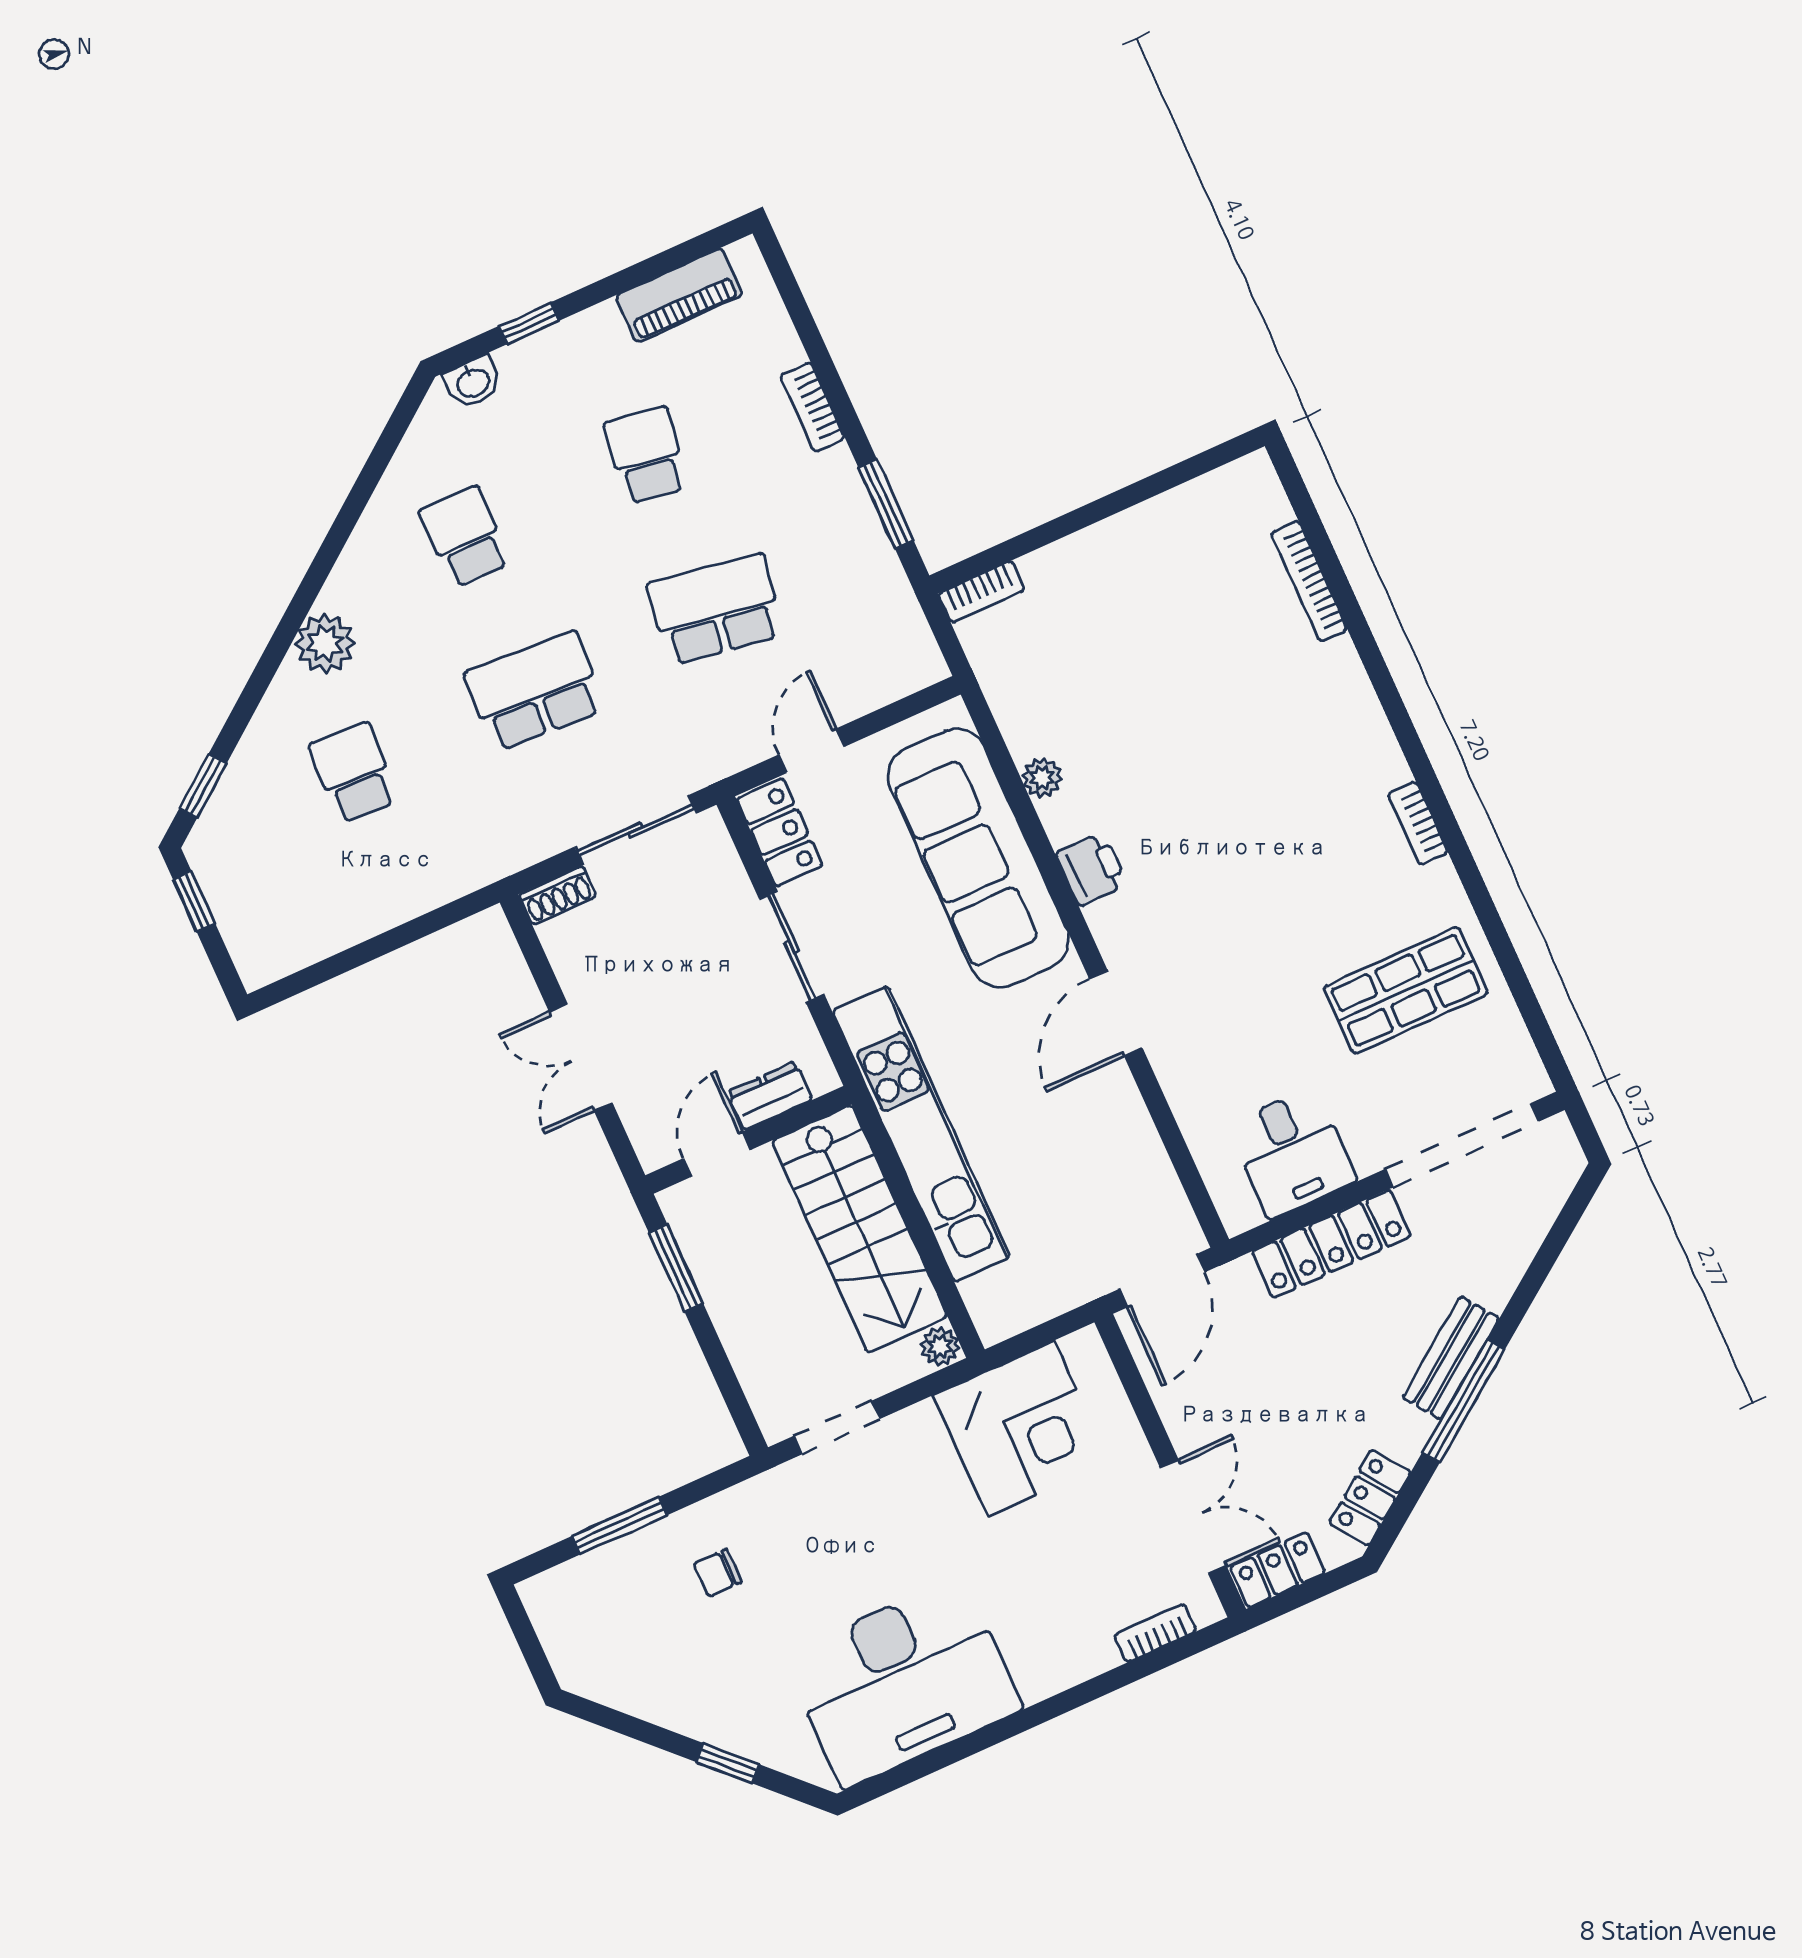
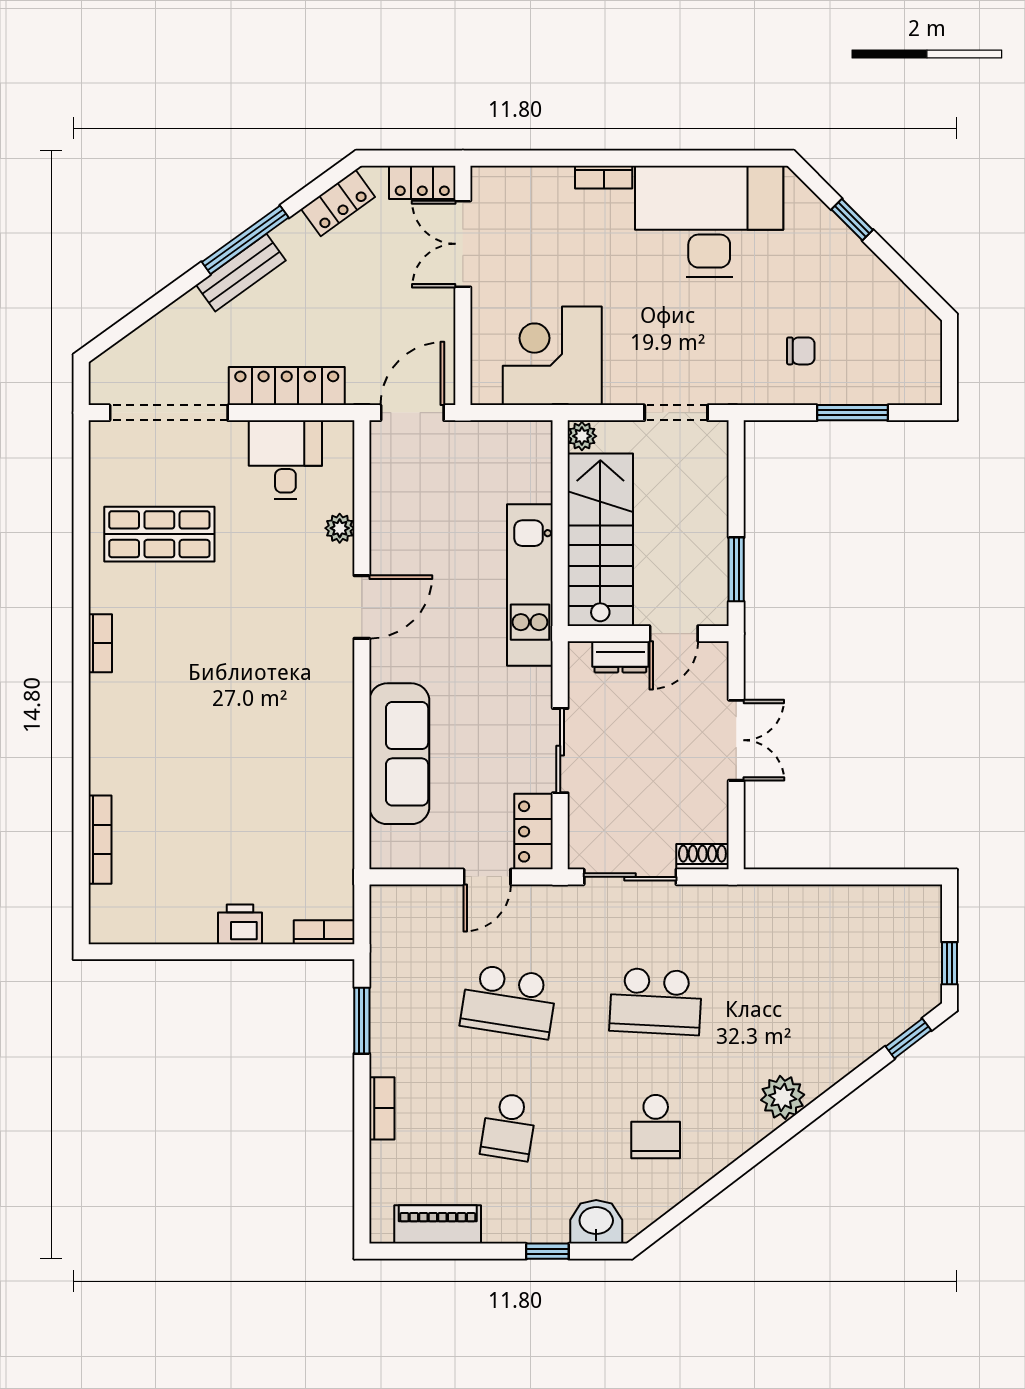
washbasin: (473, 382) -> (596, 1222), width x1.38, depth x1.45
school desk: (354, 773) -> (803, 1001), removed
plant: (1042, 778) -> (340, 528), moved
sofa: (978, 858) -> (399, 754), width x0.74, depth x0.79
printer: (1091, 869) -> (240, 924), moved, turned 90
kitchen unit: (921, 1134) -> (530, 585), width x0.73
bookcase: (1155, 1633) -> (604, 177), moved

